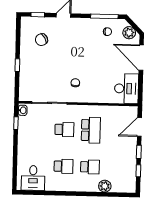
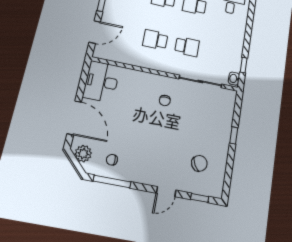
school desk: (64, 130) -> (187, 47), turned 180
school desk: (91, 130) -> (155, 40), width x0.54

